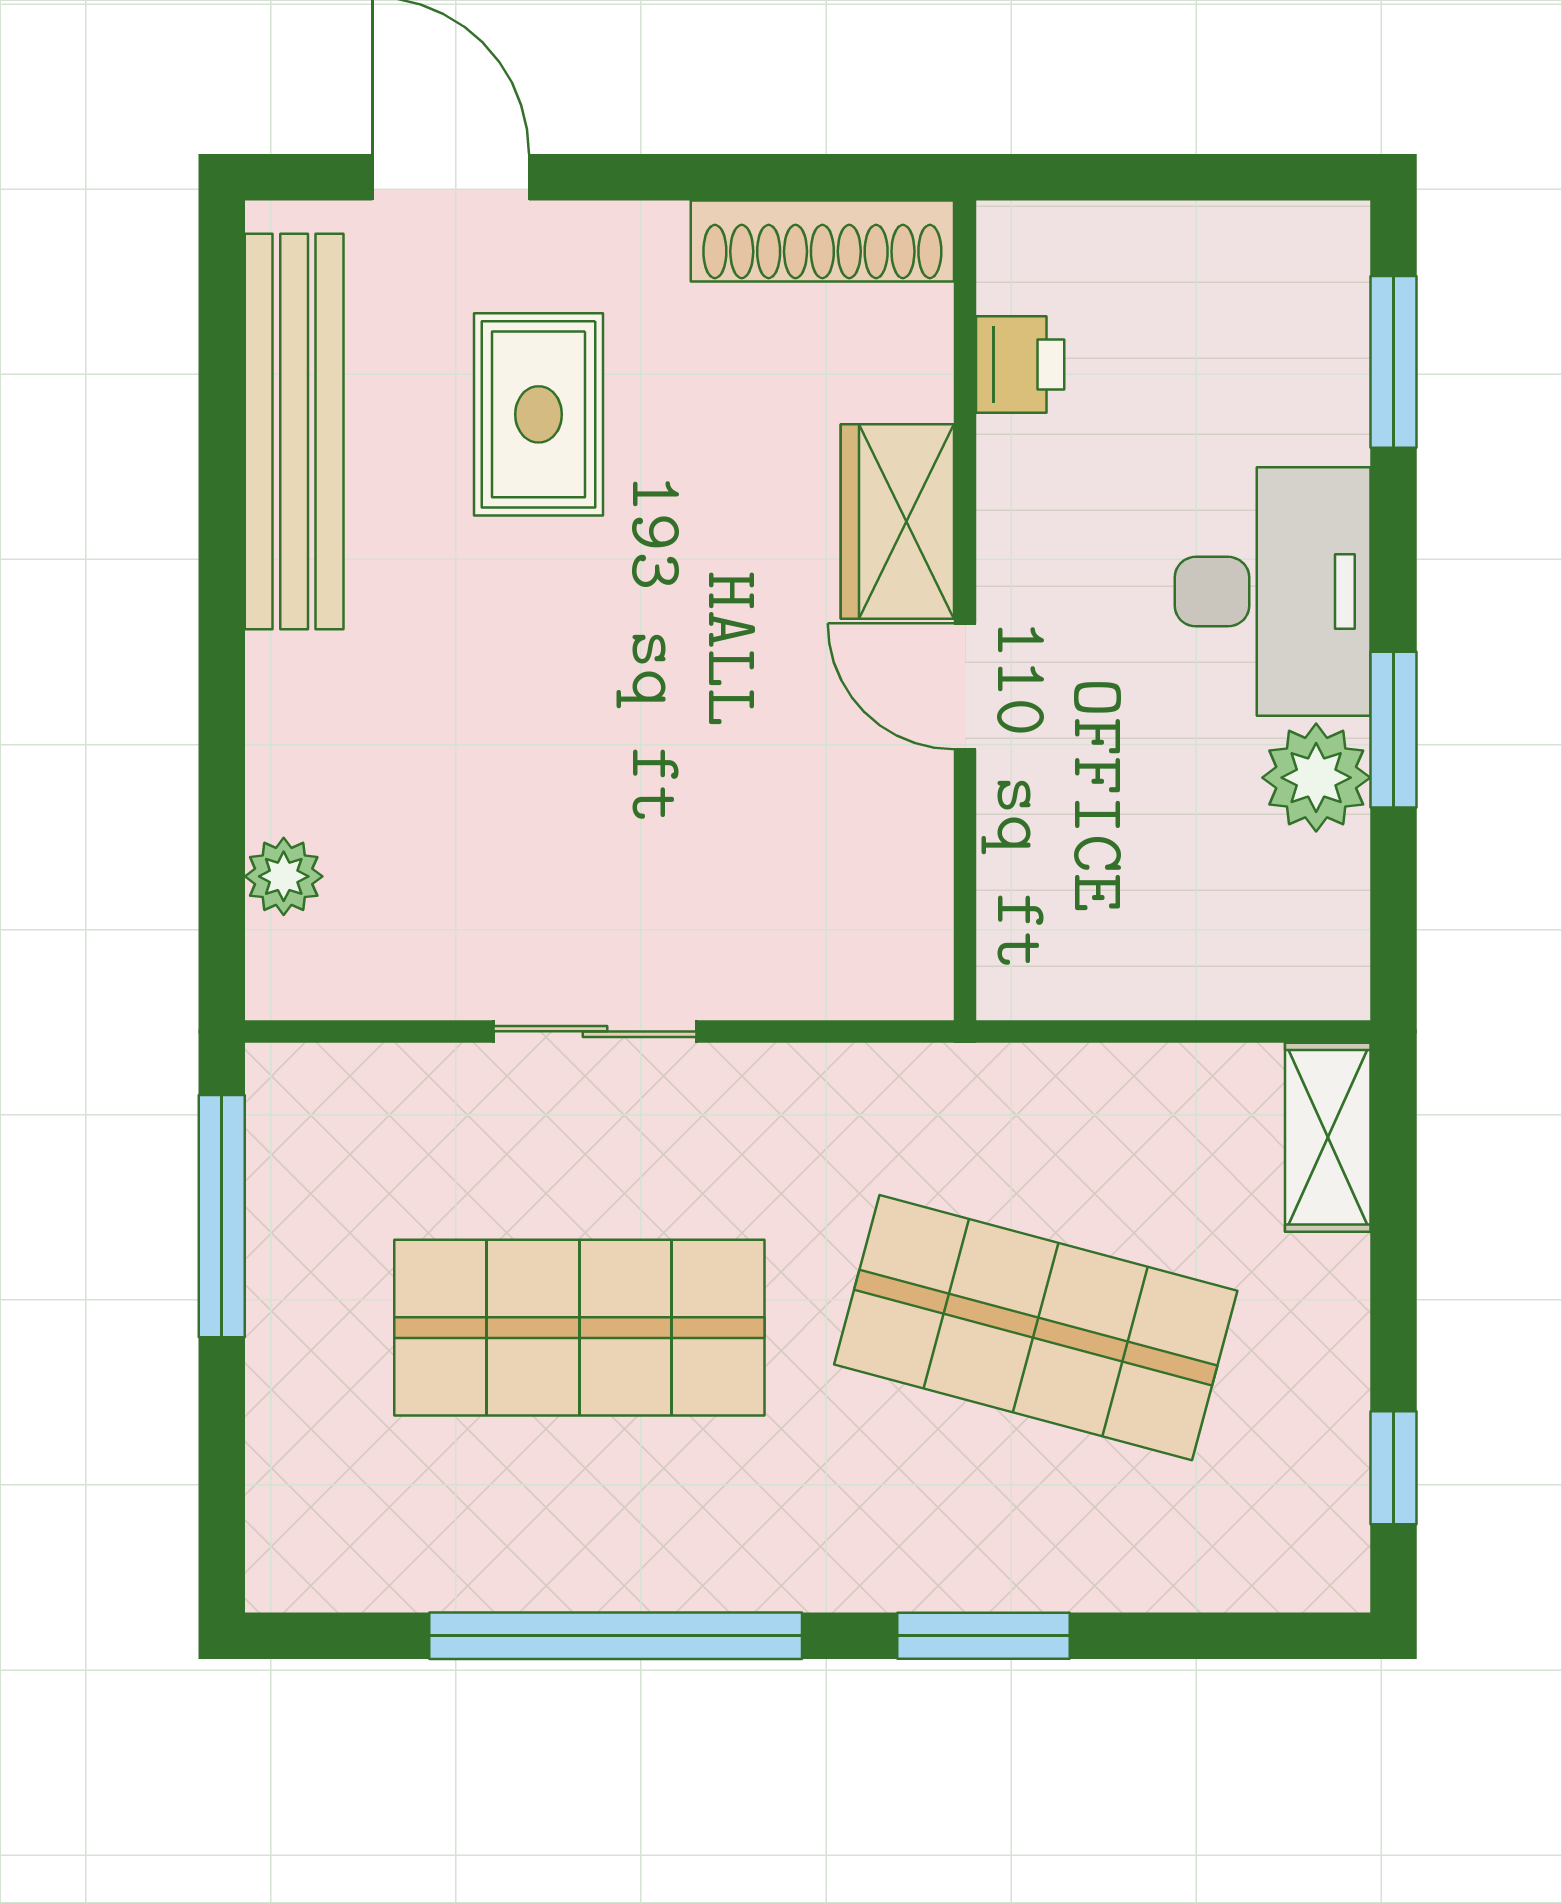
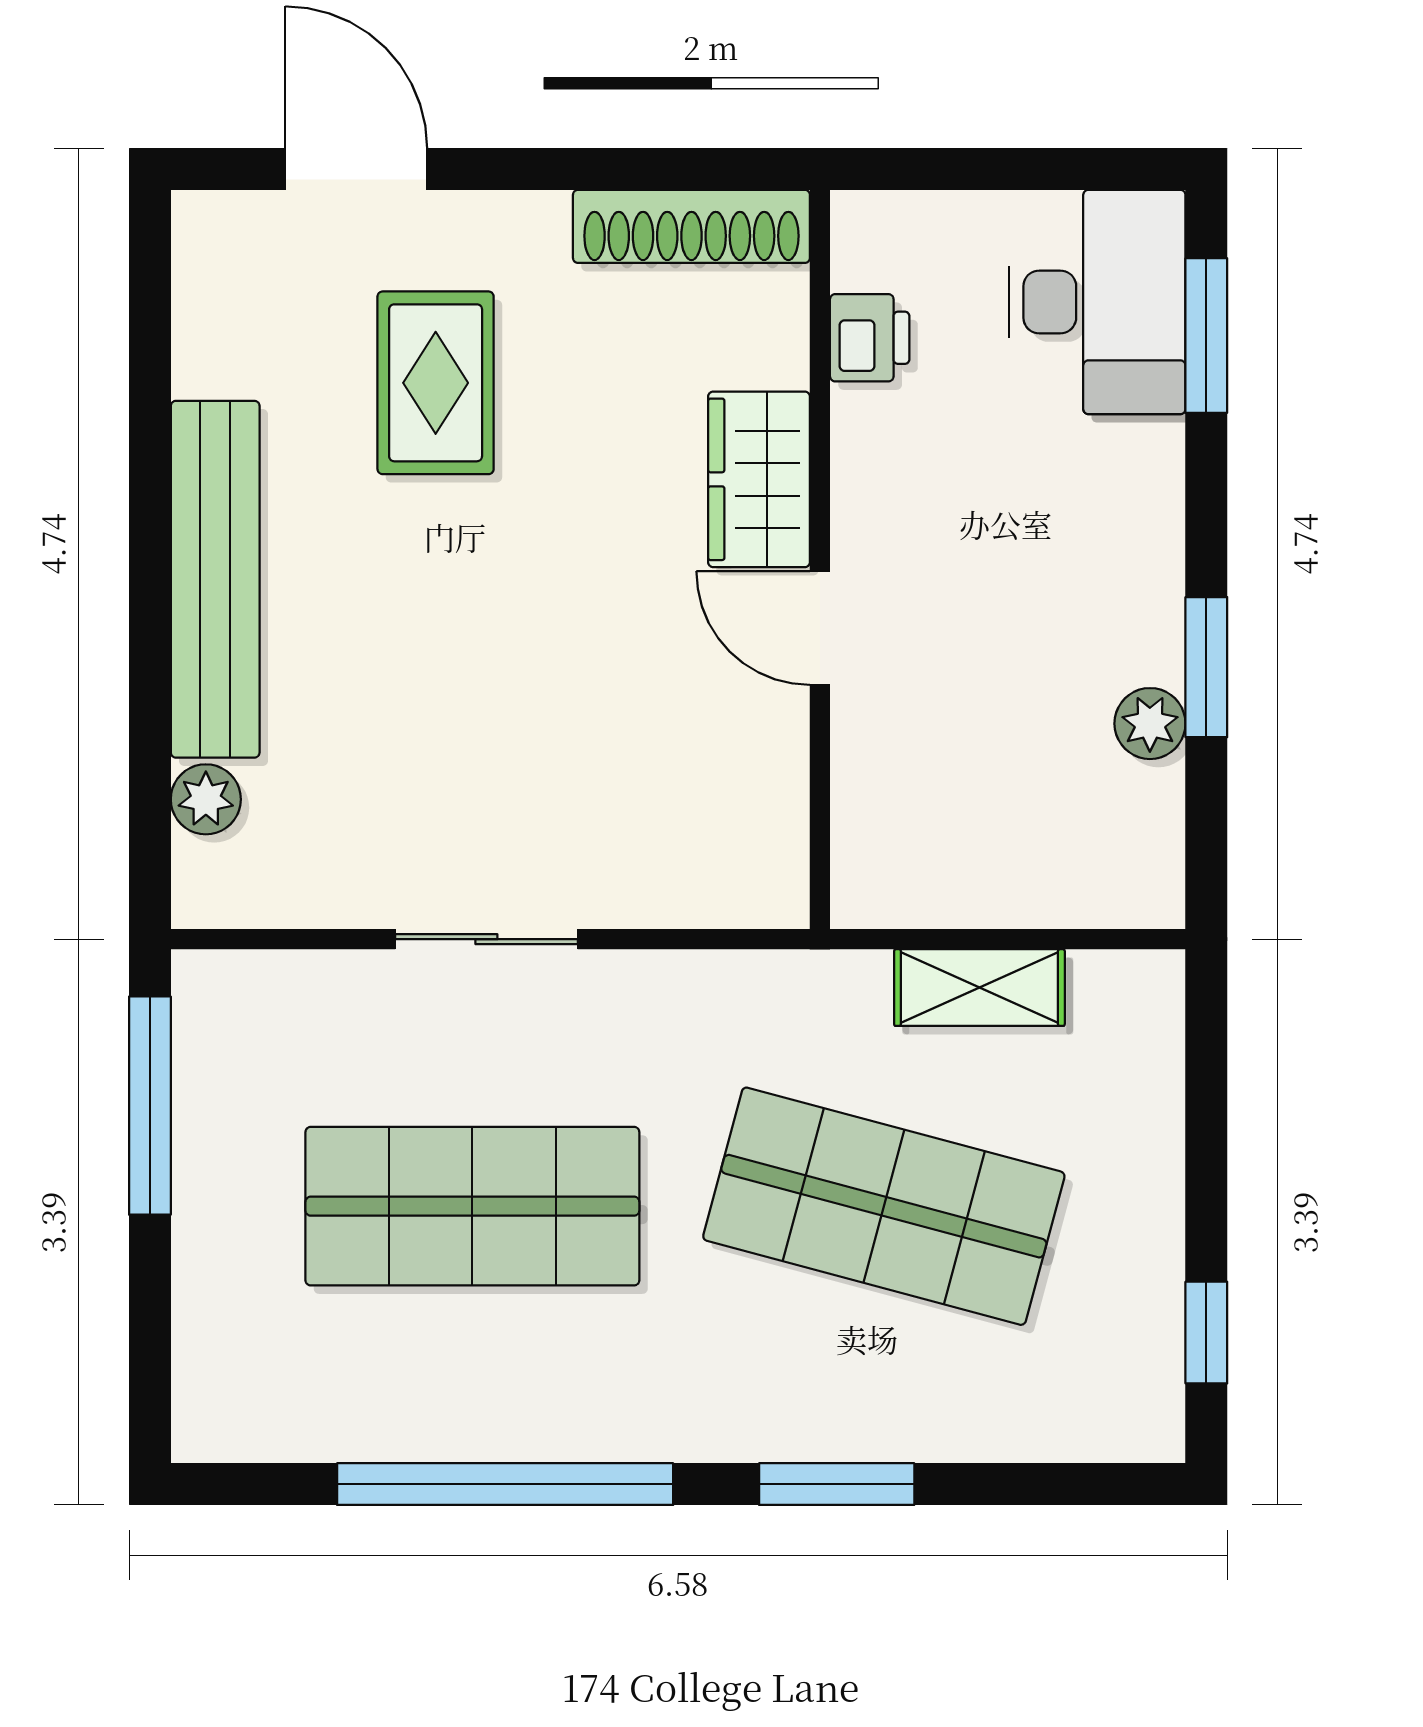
bench: (294, 432) -> (215, 579), moved
desk: (1273, 592) -> (1097, 302), moved
plant: (1316, 778) -> (1150, 724), width x0.73, depth x0.73
shelving: (1328, 1137) -> (979, 988), moved, turned 90

